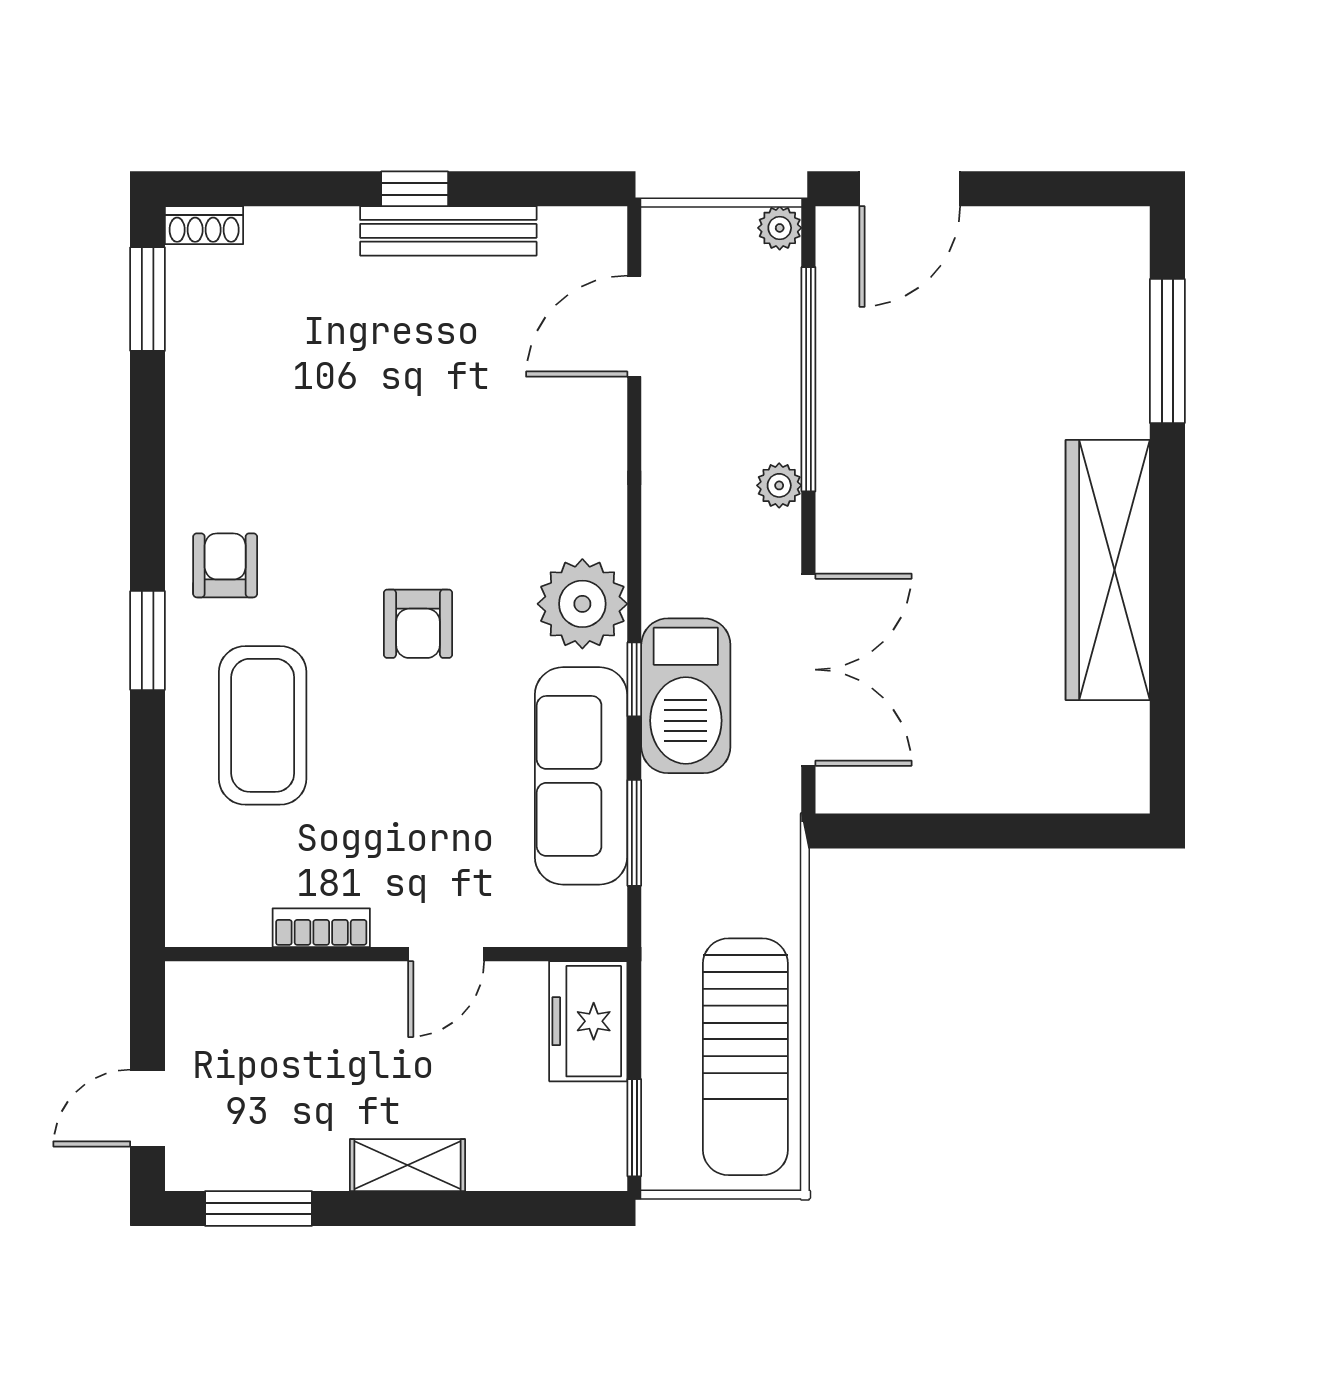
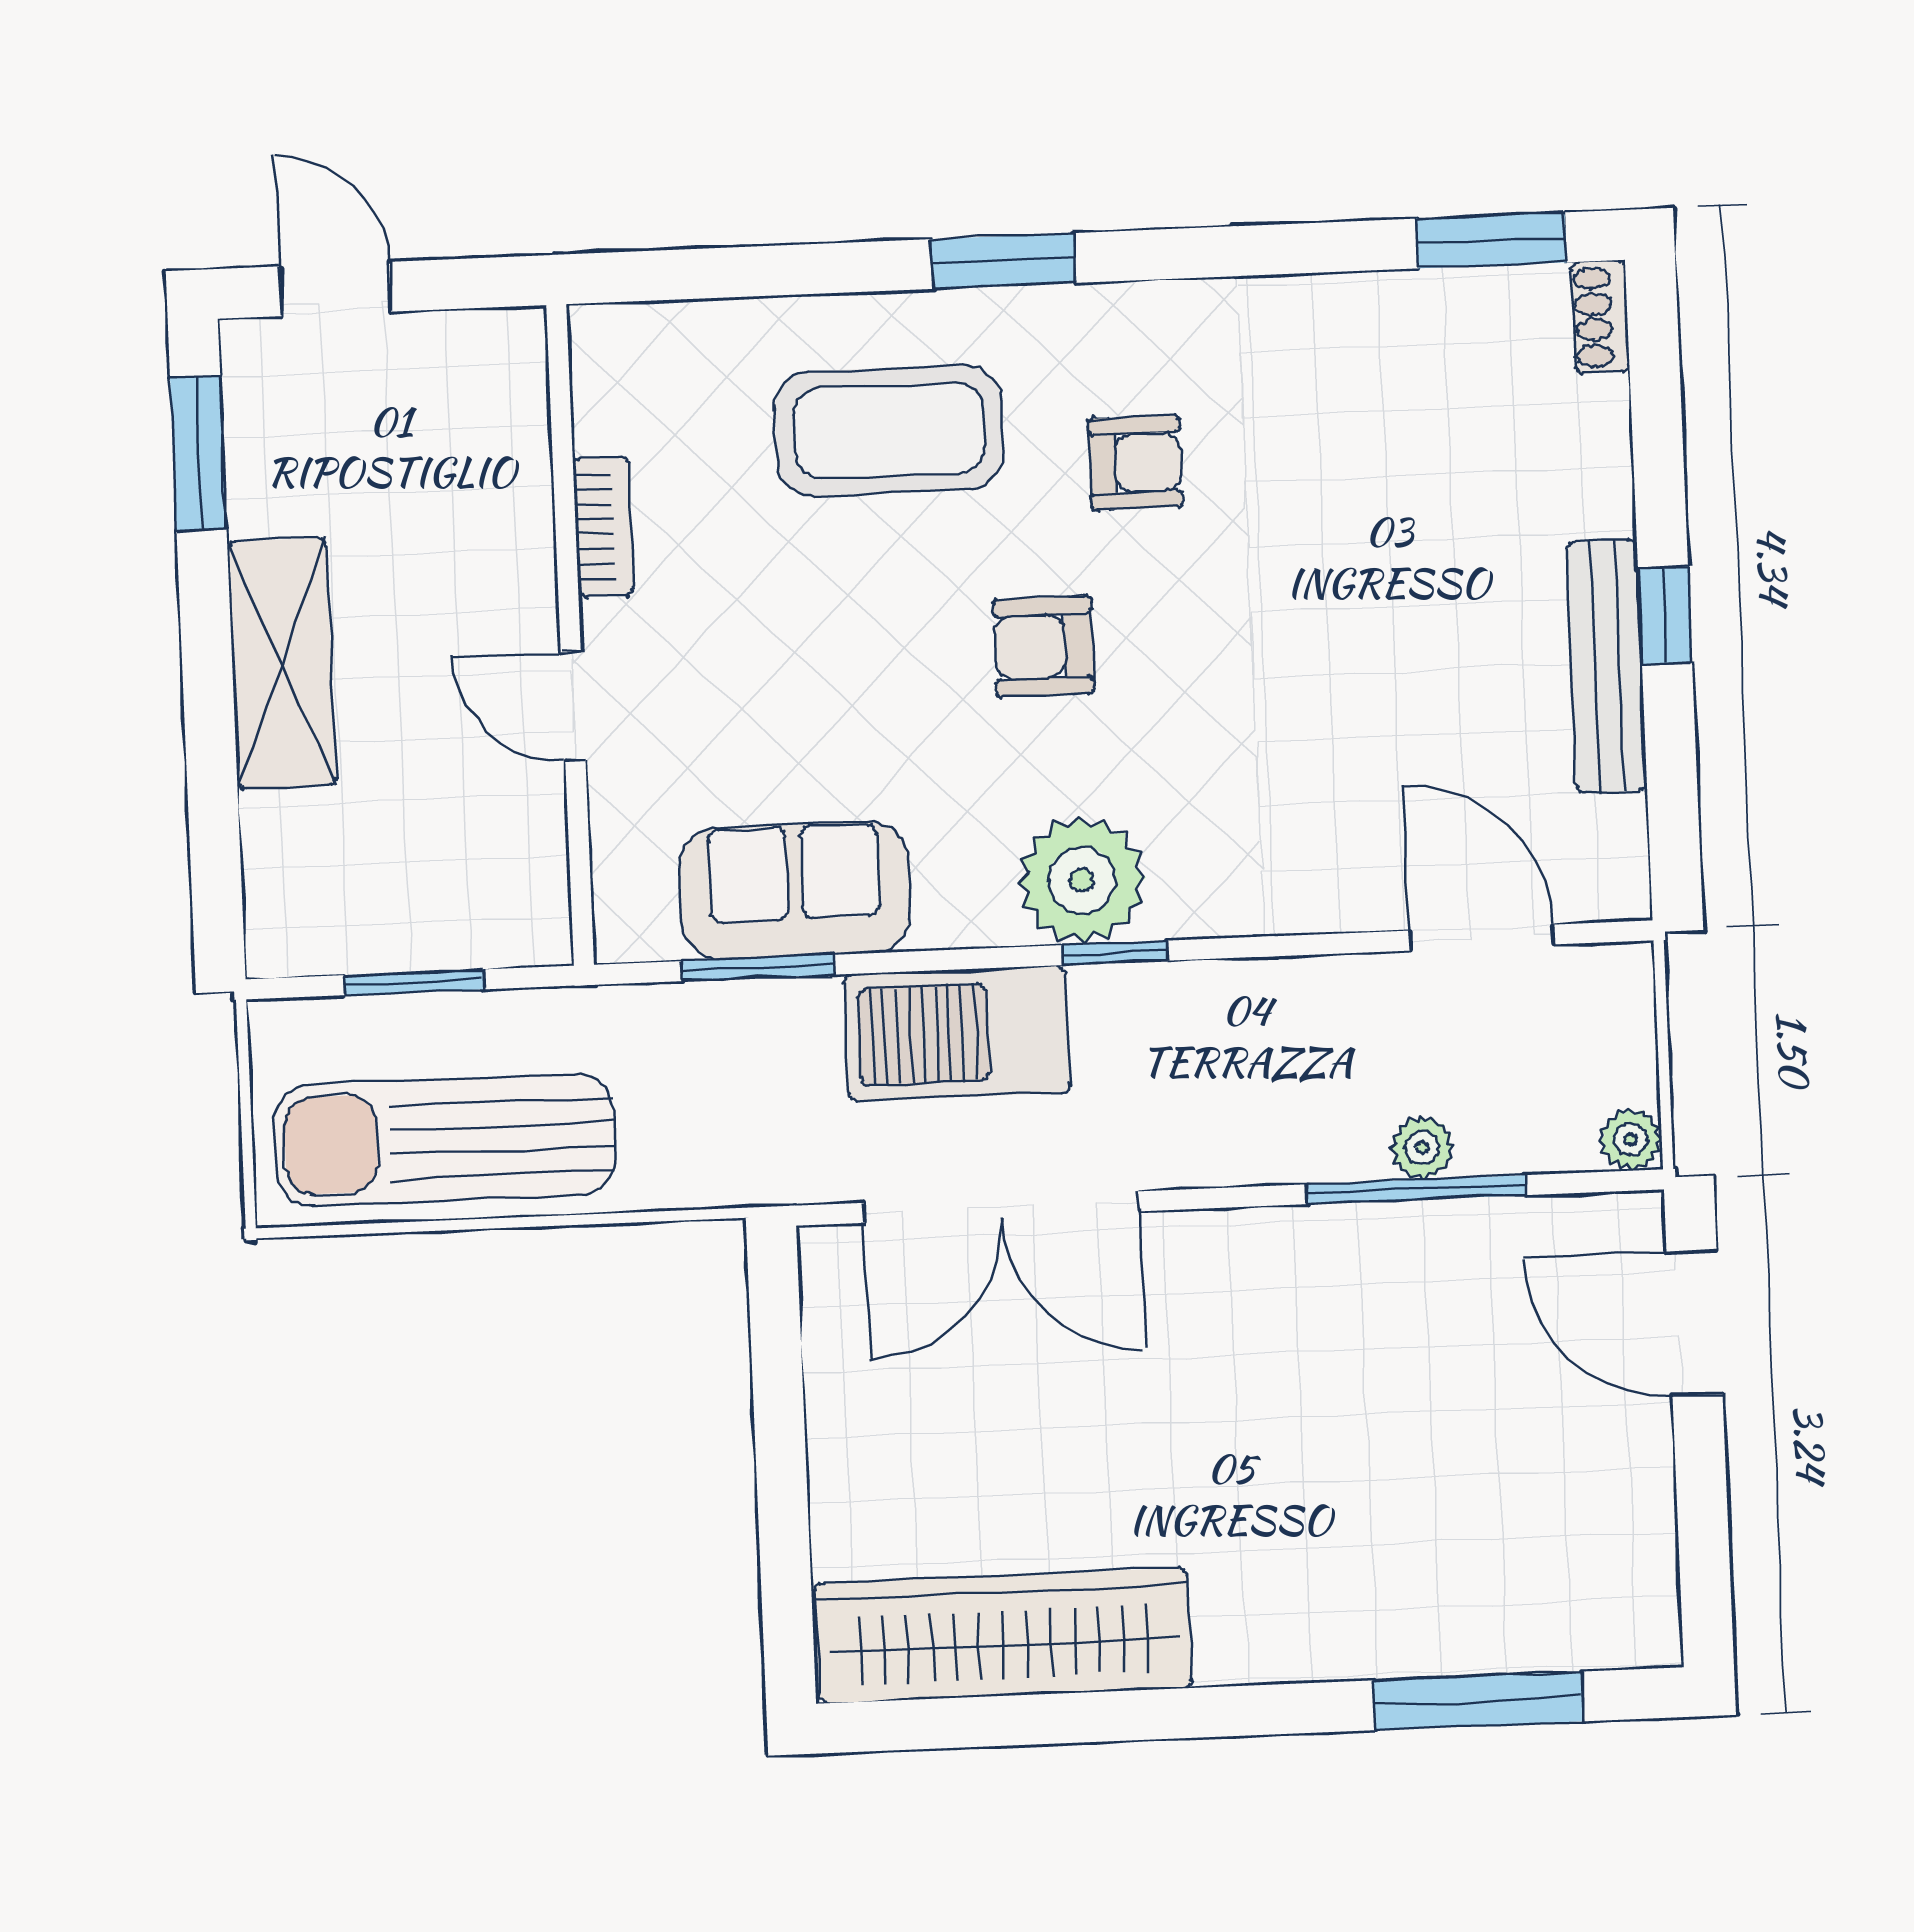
window: (808, 379) -> (1416, 1190), width x0.68
plant: (779, 485) -> (1422, 1147), moved
armchair: (225, 565) -> (1135, 463), moved
wardrobe: (1108, 570) -> (1003, 1635), moved
window: (634, 679) -> (1115, 953), moved
sofa: (581, 776) -> (795, 890), width x0.73
freezer: (588, 1021) -> (486, 913), removed
window: (634, 1128) -> (414, 982), moved
shelving: (407, 1165) -> (282, 663), width x1.50, depth x1.33

